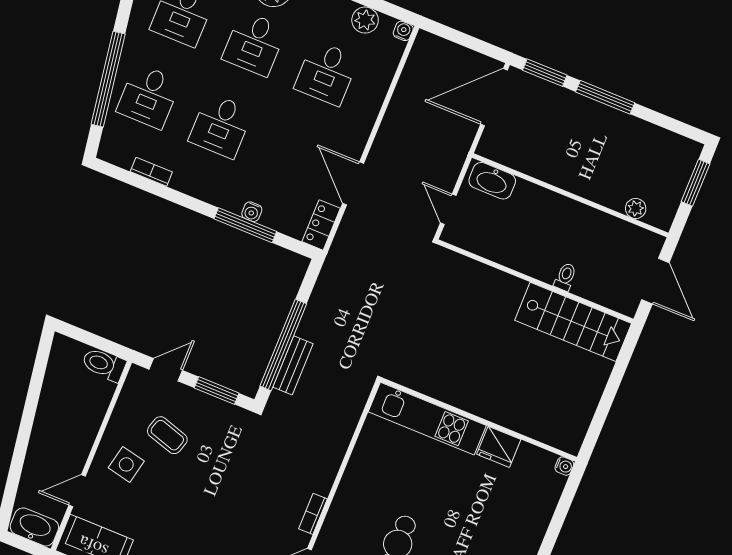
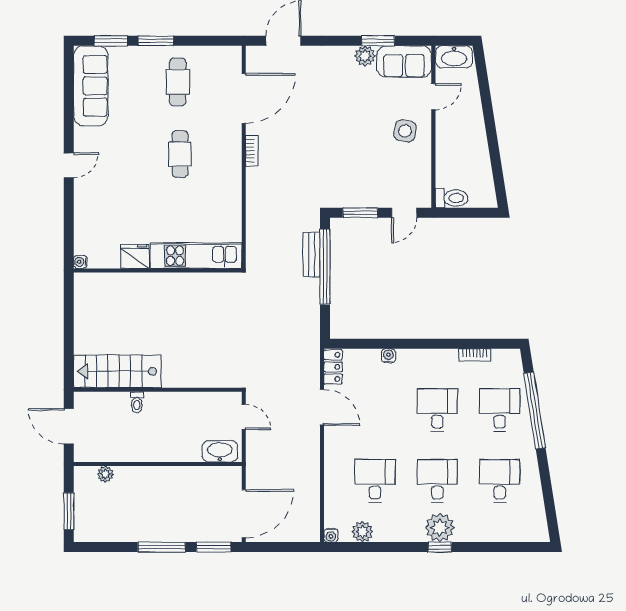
window: (245, 225) -> (389, 344), removed
coffee table: (167, 435) -> (383, 165), removed

